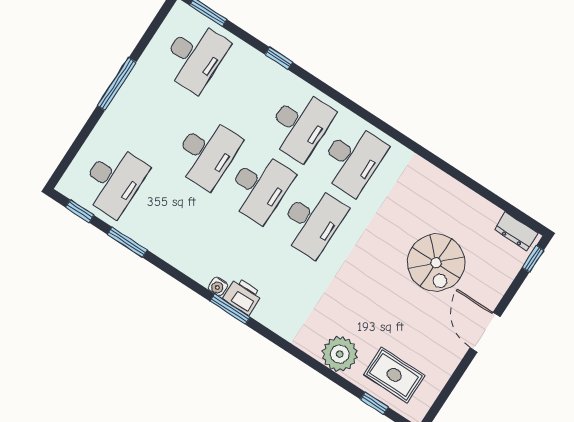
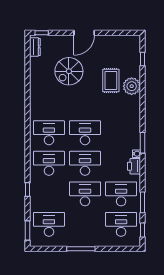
desk: (166, 215) -> (121, 194), added
spiral stairs: (436, 263) -> (69, 71), turned 180
printer: (242, 296) -> (134, 166), moved
rug: (394, 375) -> (111, 81), moved

